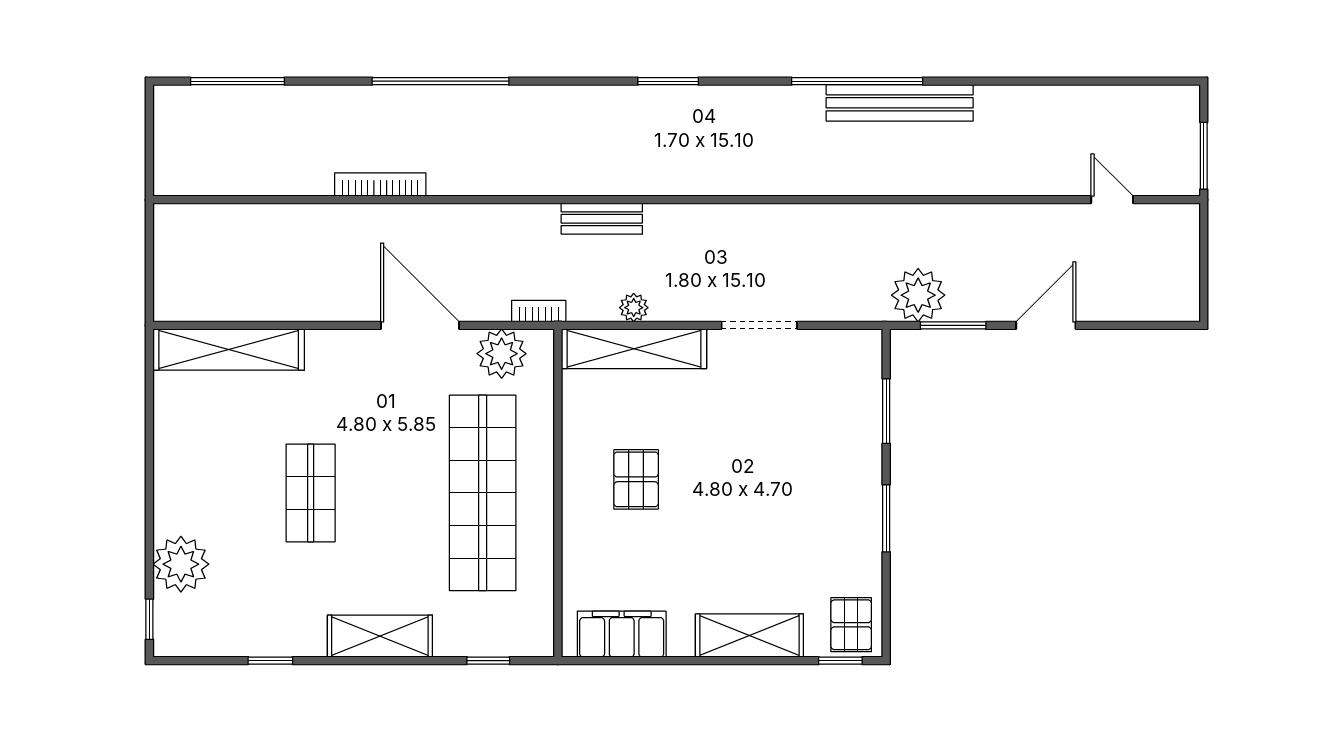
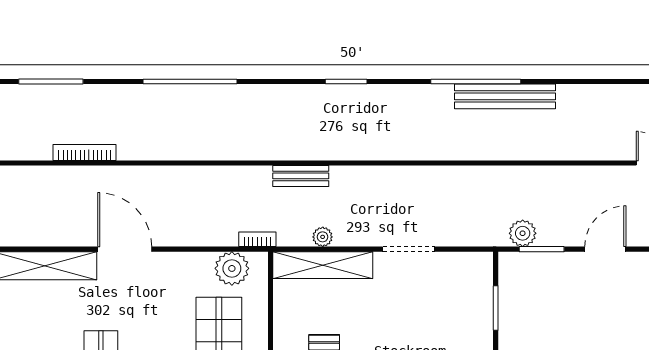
bookcase: (380, 185) -> (85, 152), moved
plant: (918, 295) -> (523, 233), width x0.73, depth x0.73
door: (420, 325) -> (125, 249), moved

